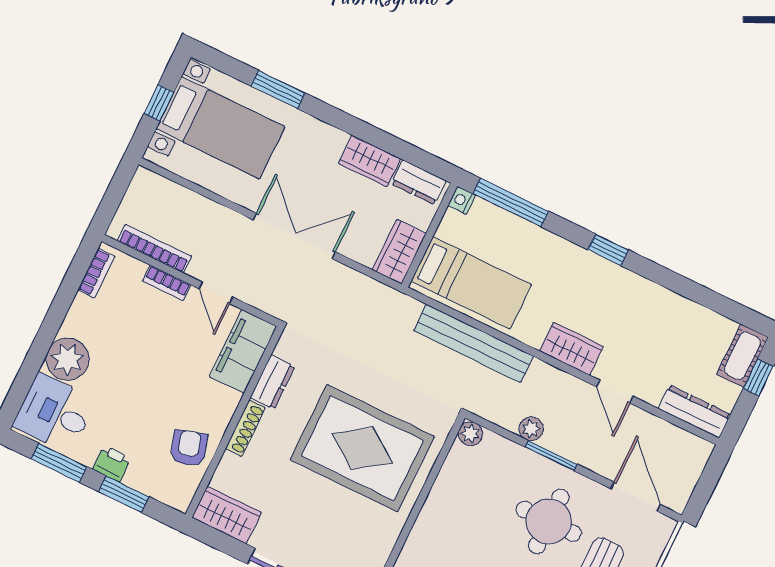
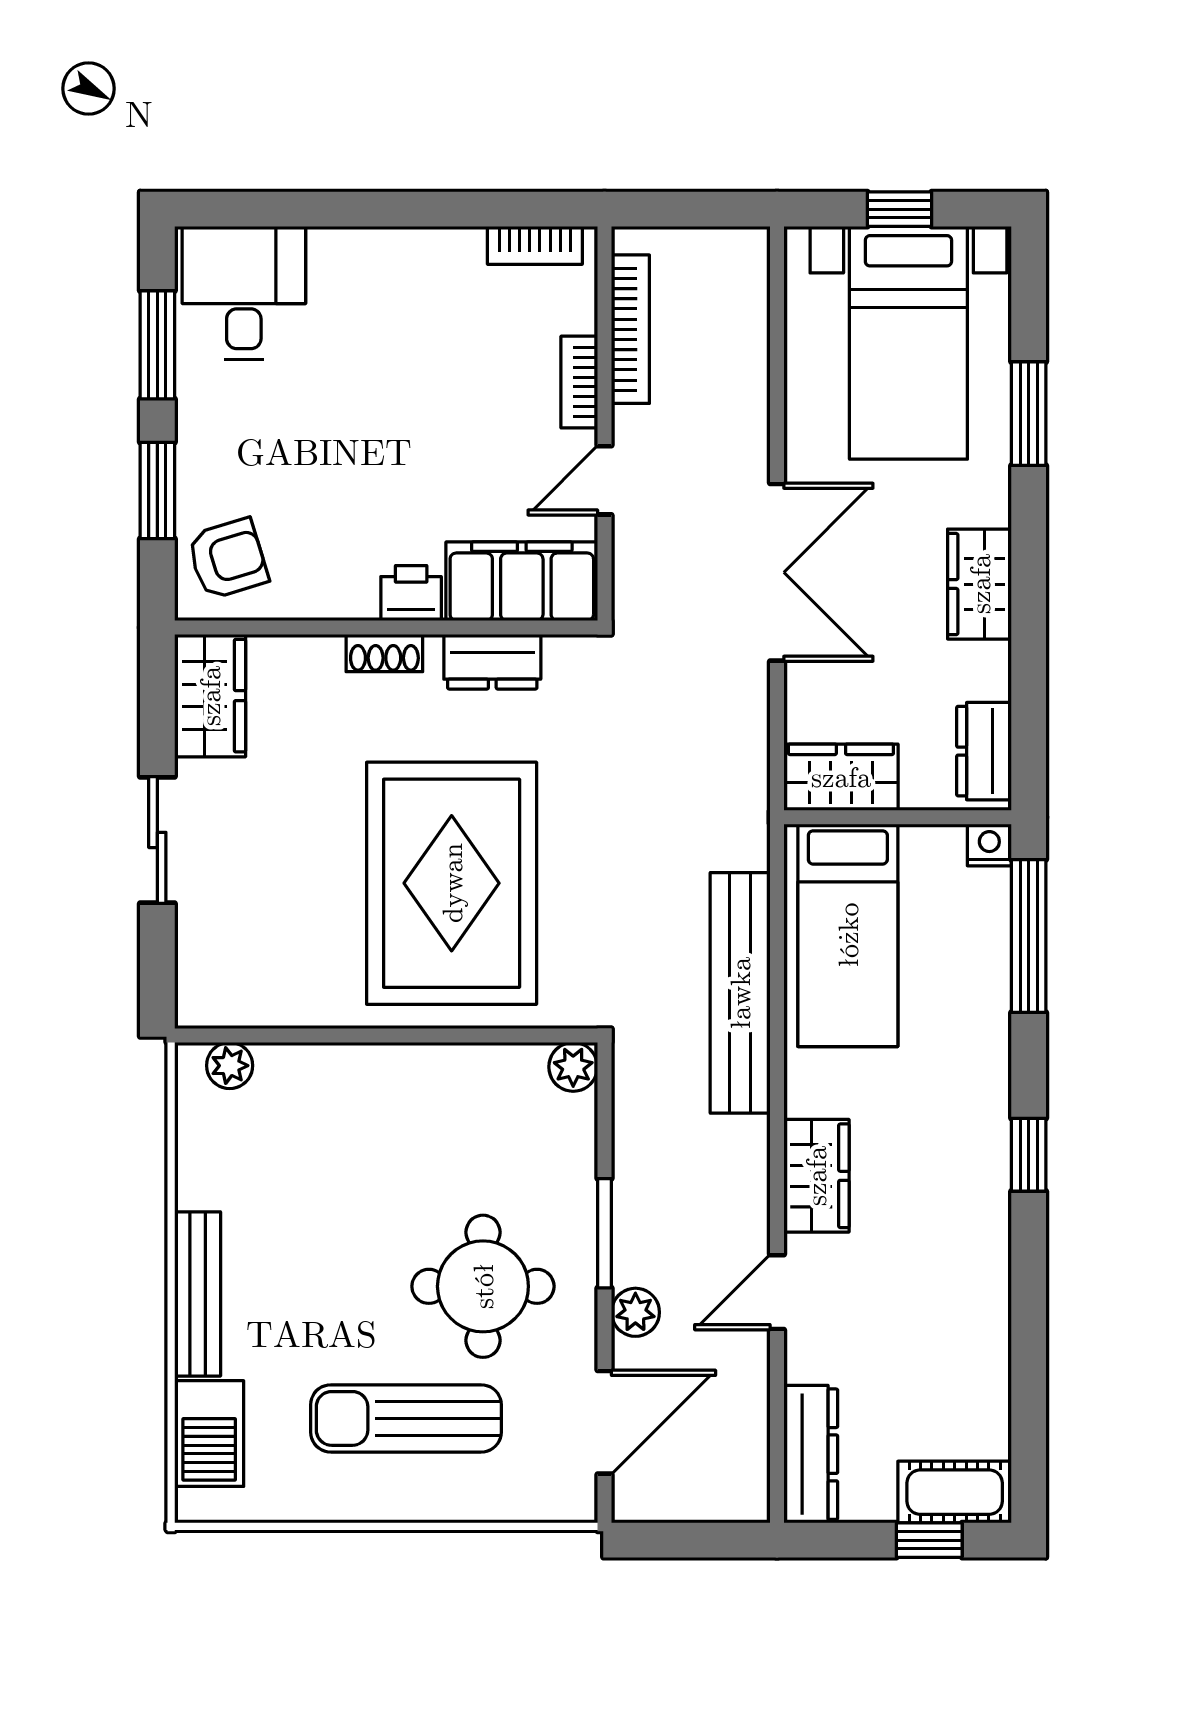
wardrobe: (369, 161) -> (980, 584), moved
plant: (67, 359) -> (353, 269), removed
shoe rack: (245, 428) -> (384, 653), width x0.70
plant: (531, 429) -> (635, 1312), moved
armchair: (189, 448) -> (228, 559), moved
printer: (112, 464) -> (411, 593), moved, turned -90

